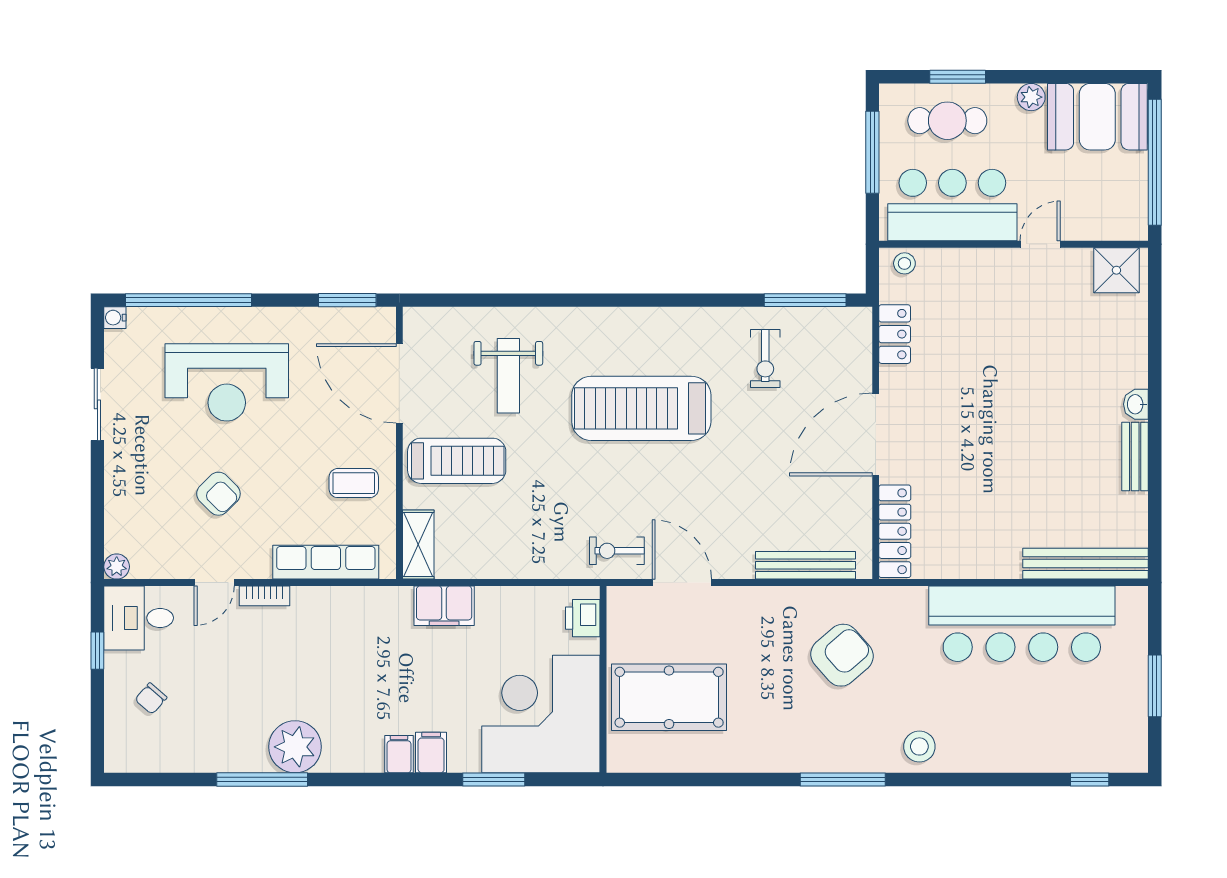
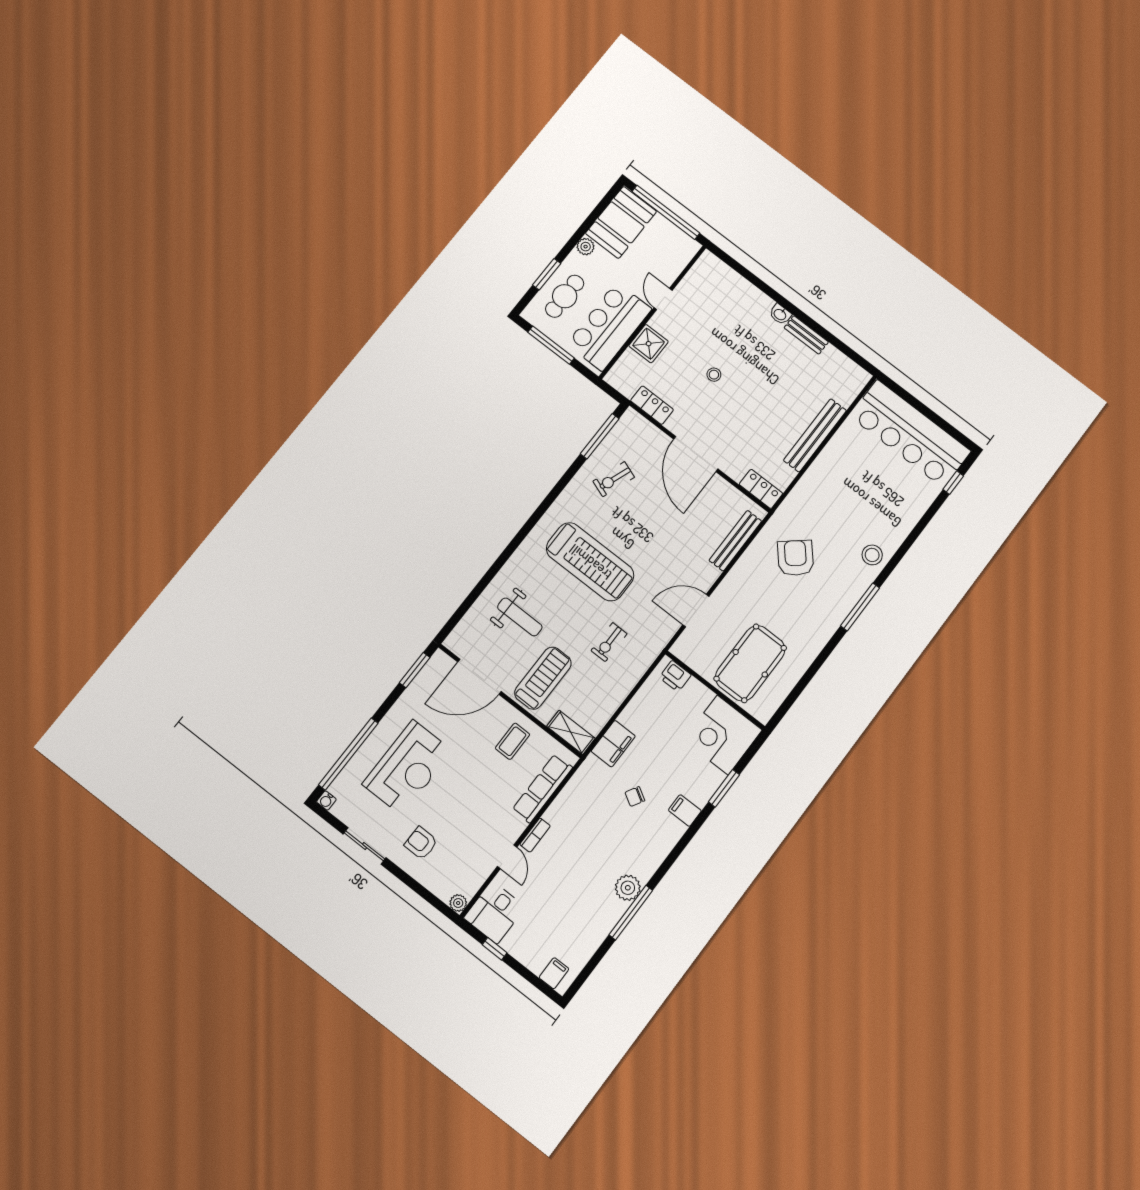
stool: (904, 263) -> (714, 375), moved
shower: (1116, 270) -> (649, 344), moved
exercise bike: (765, 358) -> (614, 479), turned 110
treadmill: (641, 408) -> (590, 562), turned -90
armchair: (218, 494) -> (421, 843), moved, turned -135
locker: (895, 531) -> (761, 489), width x0.66
exercise bike: (617, 551) -> (609, 642), moved
bench: (1086, 564) -> (815, 435), moved
bar counter: (1022, 624) -> (910, 434), moved, turned 90
window: (1155, 686) -> (930, 414), removed
chair: (151, 699) -> (635, 797), moved, turned 79
corner desk: (541, 714) -> (723, 735), width x0.74, depth x0.74
plant: (295, 747) -> (628, 888), width x0.73, depth x0.73
filing cabinet: (399, 754) -> (554, 973), moved, turned 90

